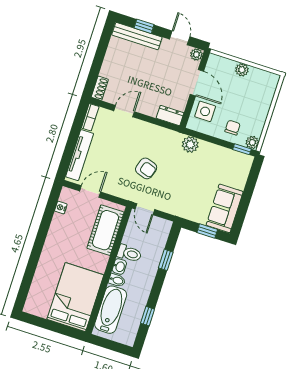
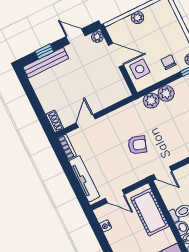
dresser: (170, 115) -> (119, 94), removed
plant: (207, 150) -> (166, 93), added
door: (90, 192) -> (115, 196), swing flipped

